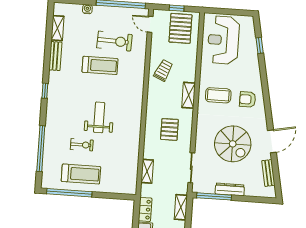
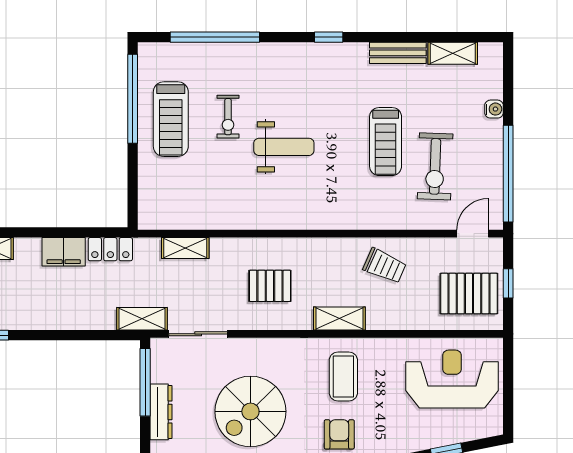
shelving: (181, 207) -> (142, 319), moved

